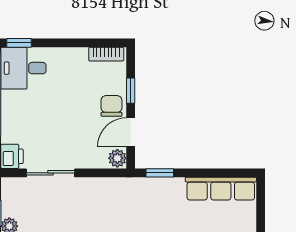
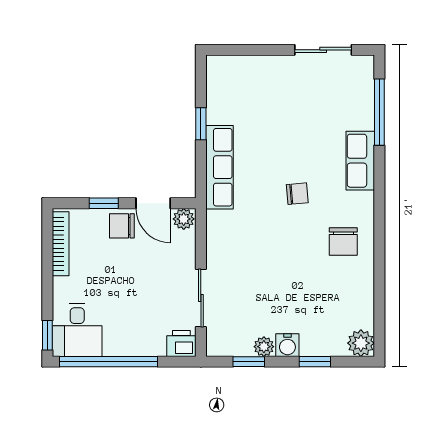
bookcase: (106, 54) -> (61, 244), width x1.56
window: (160, 173) -> (201, 124), moved
row of seats: (221, 189) -> (219, 167), moved

